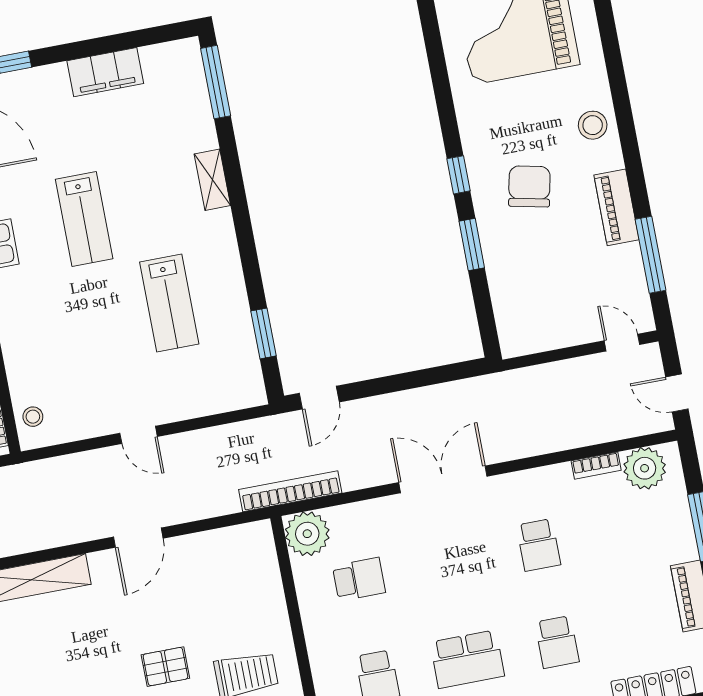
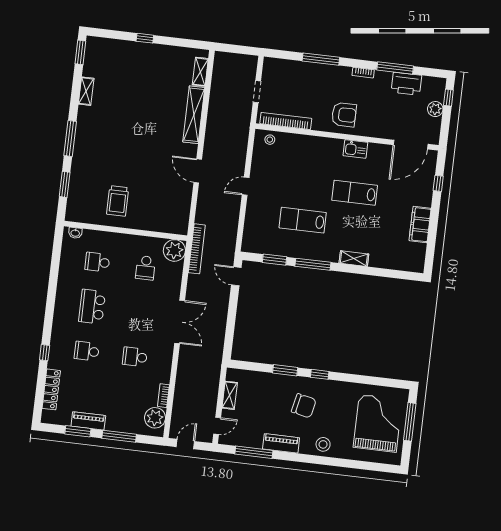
window: (216, 82) -> (313, 264), moved
shelving: (555, 337) -> (230, 395), added
pallet: (165, 667) -> (133, 164), removed

